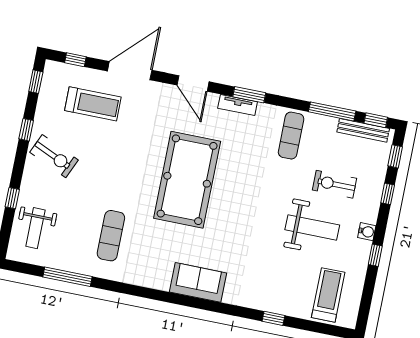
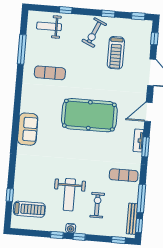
treadmill: (93, 104) -> (116, 53), moved
window: (388, 194) -> (79, 237), moved
window: (273, 318) -> (10, 195), moved

